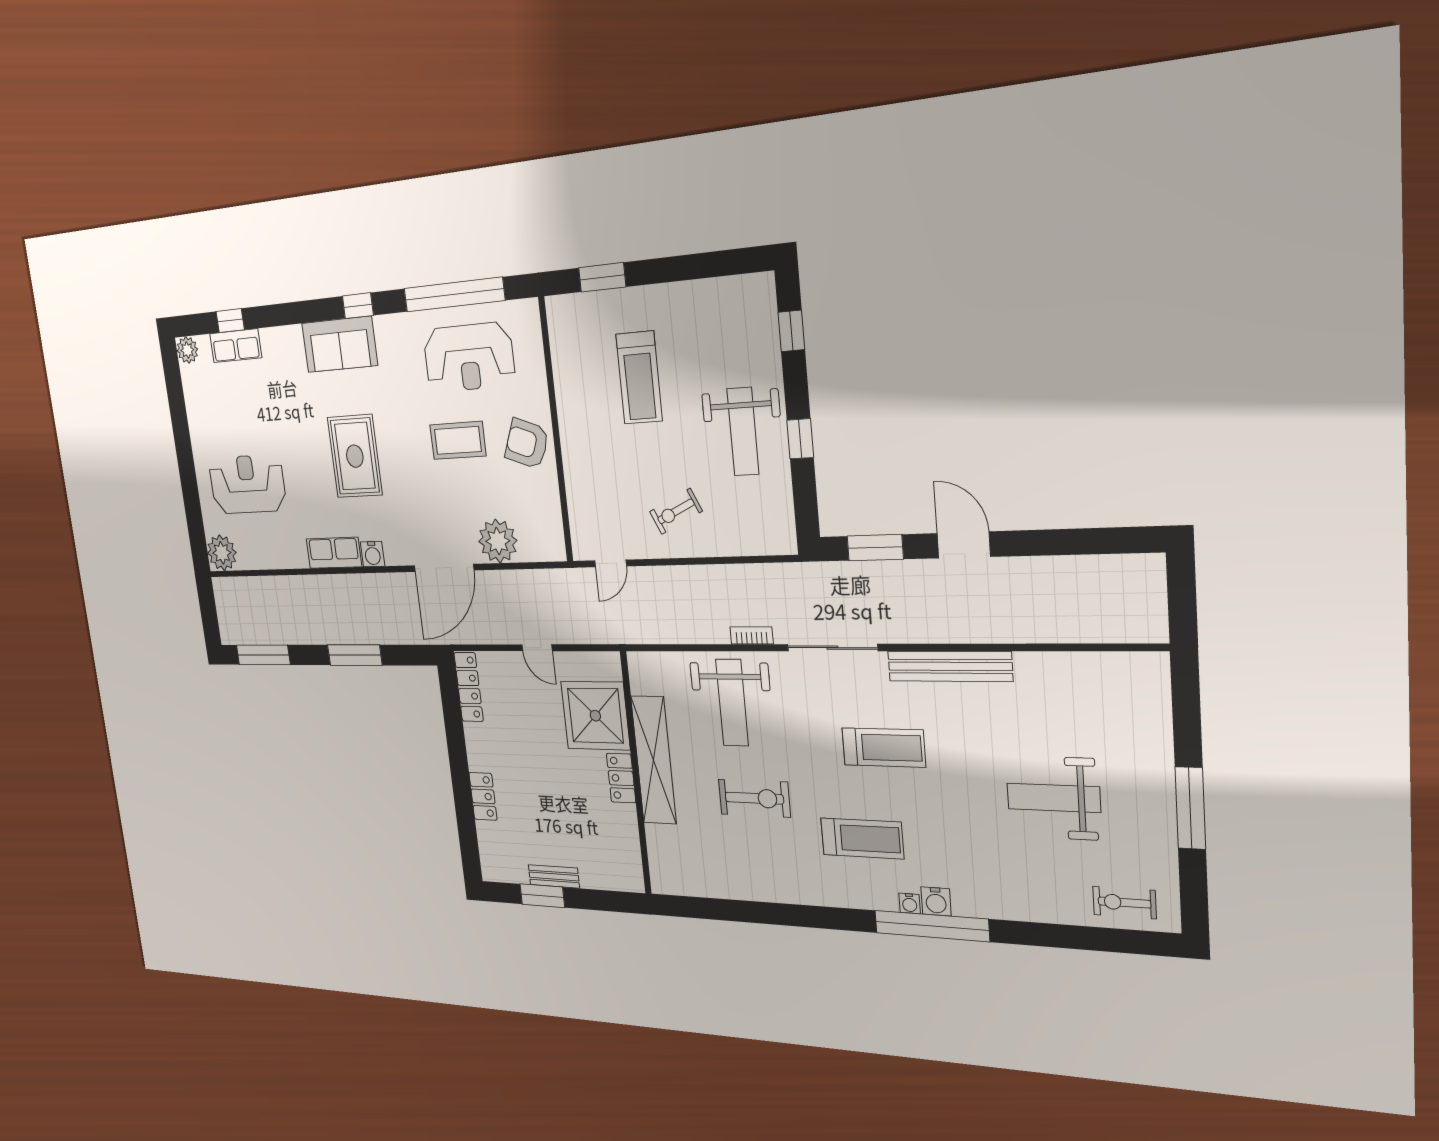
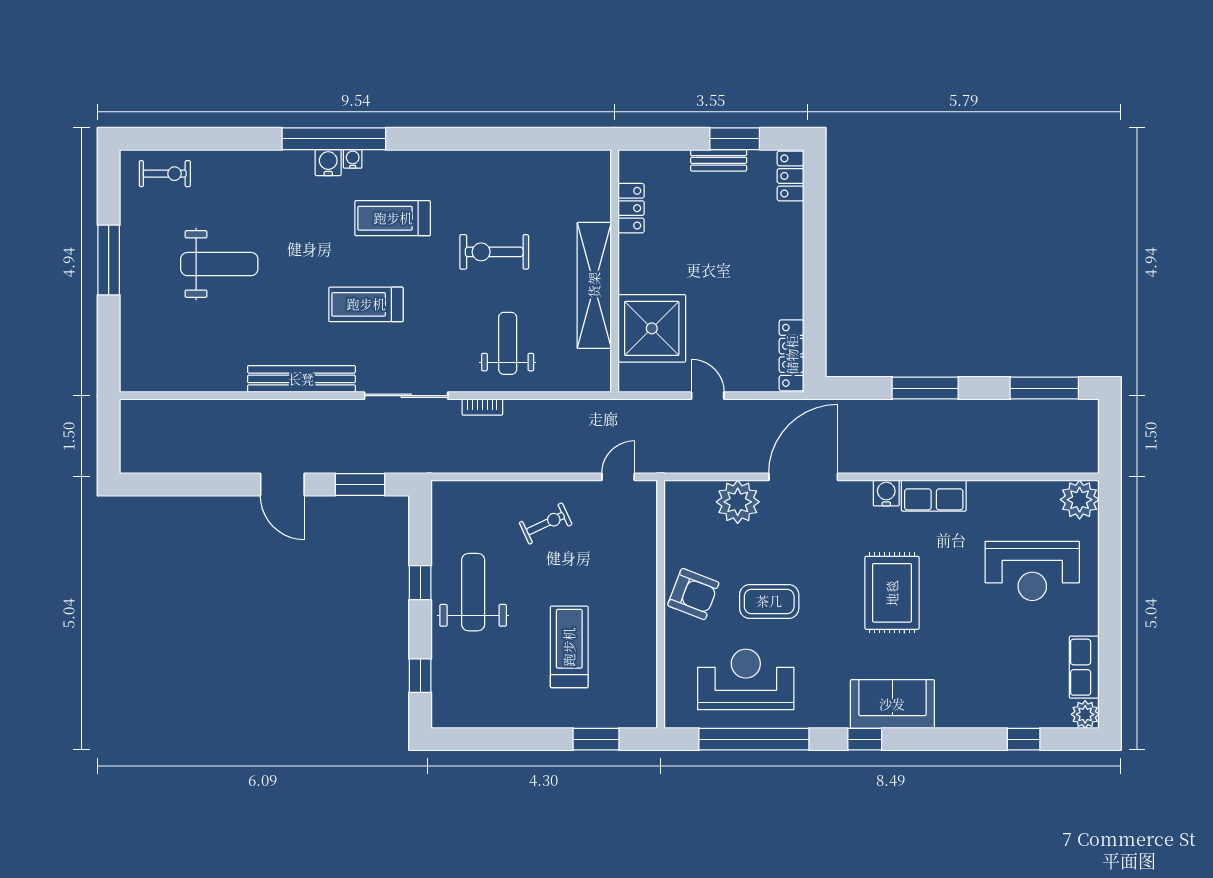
row of seats: (236, 346) -> (1084, 667), moved, turned -90
weight bench: (732, 703) -> (508, 343), width x0.73, depth x0.75
locker: (621, 778) -> (631, 208), moved
locker: (483, 796) -> (790, 176), moved

